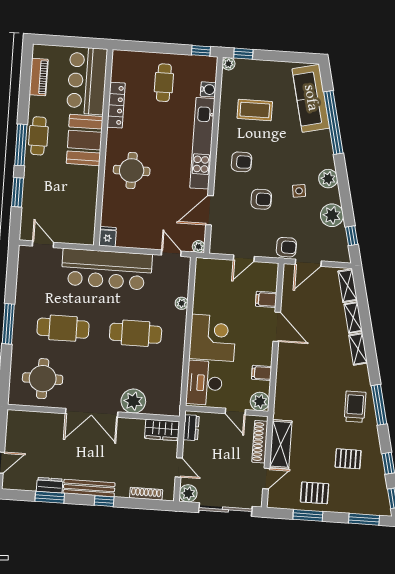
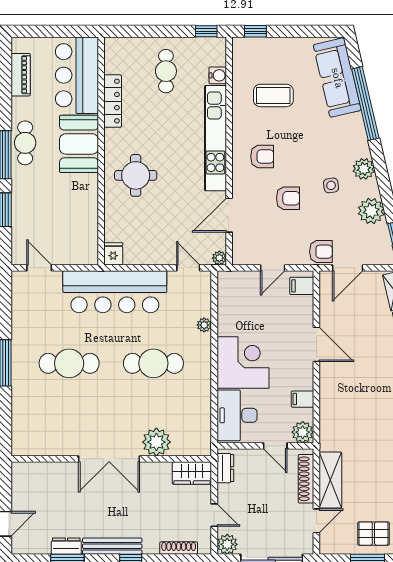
plant: (229, 64) -> (239, 44), removed
filing cabinet: (266, 299) -> (302, 286), moved
round table: (43, 379) -> (50, 423), removed

